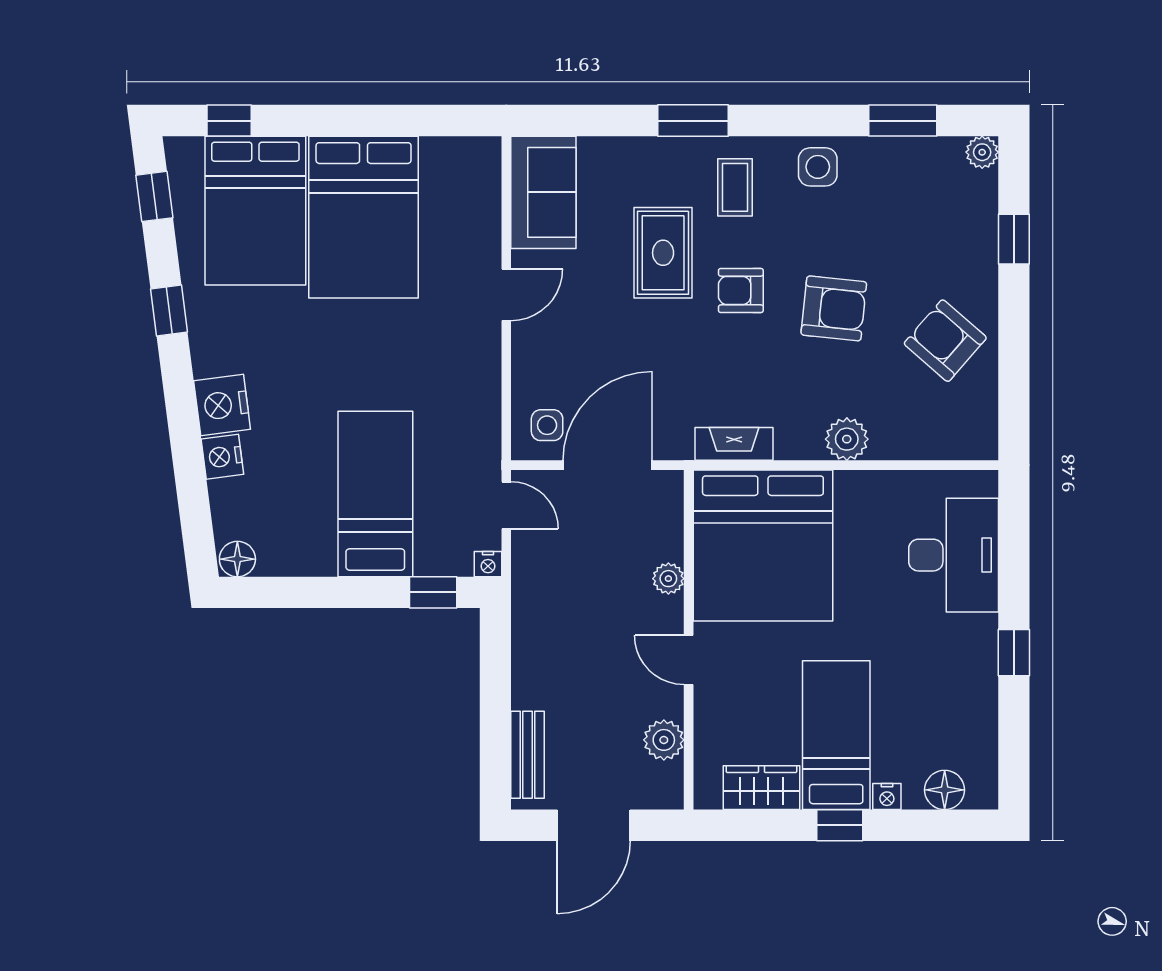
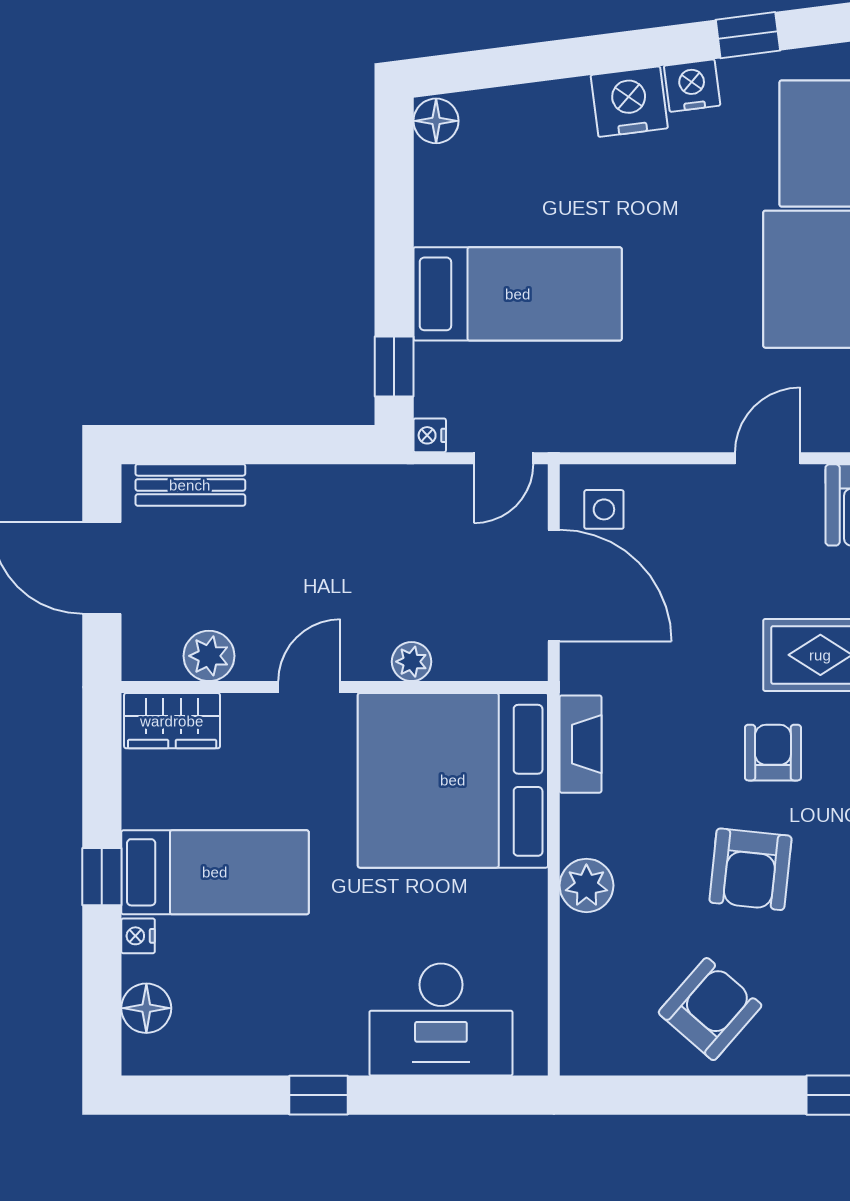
door: (506, 295) -> (768, 458), swing flipped
nightstand: (222, 457) -> (692, 86), moved
wardrobe: (761, 788) -> (172, 721), moved, turned 90

